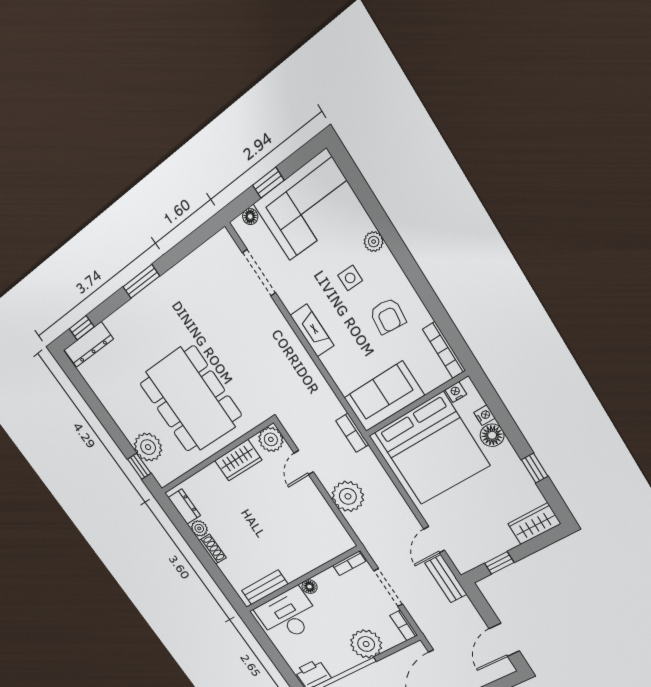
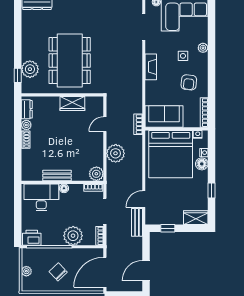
plant: (271, 439) -> (96, 174), moved
bench: (265, 587) -> (57, 176), moved

